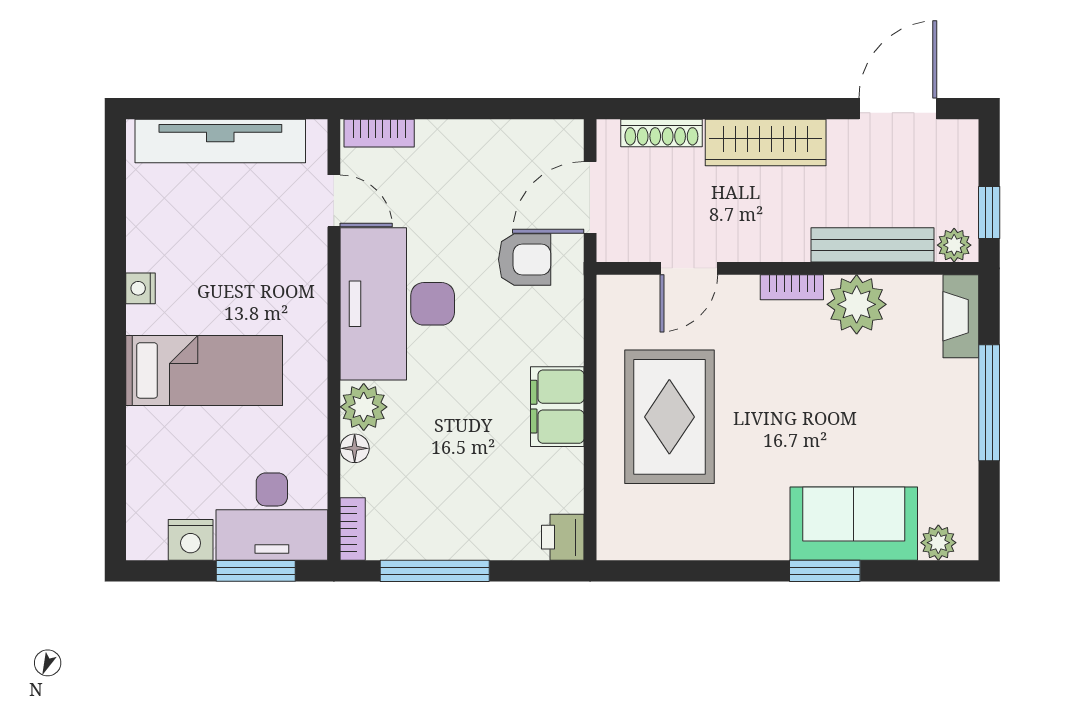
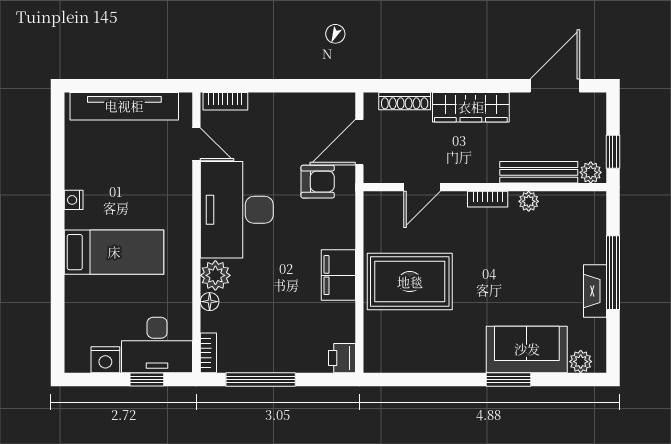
plant: (857, 304) -> (529, 201), width x0.53, depth x0.53
fireplace: (961, 316) -> (595, 291), moved
rug: (669, 417) -> (410, 282), turned 90
window: (256, 571) -> (147, 379), width x0.67

